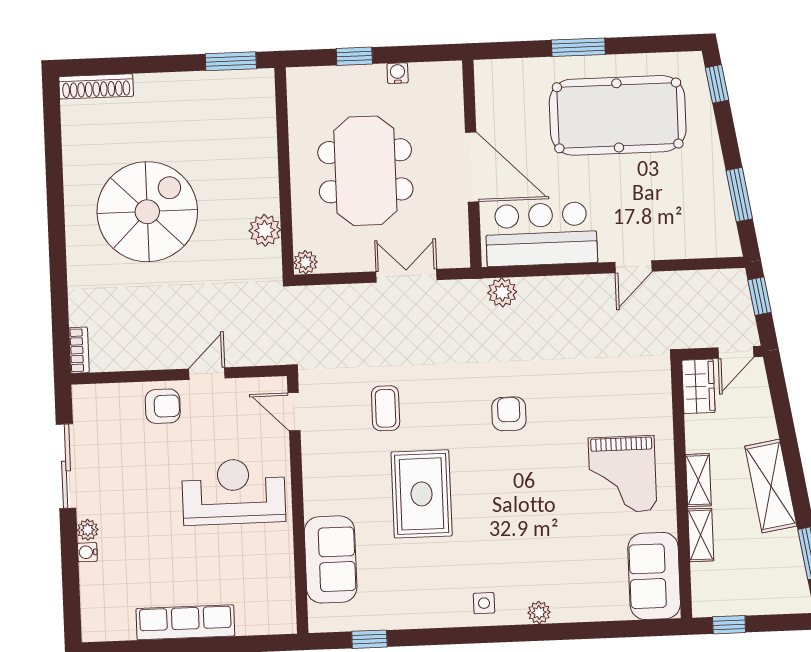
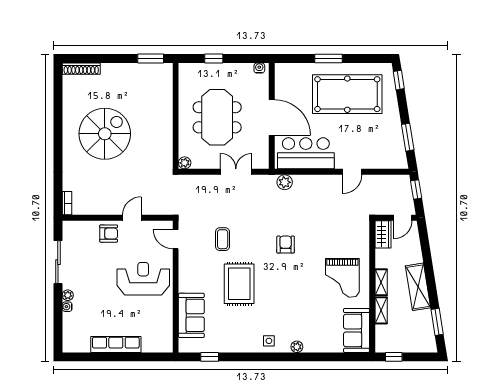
water cooler: (398, 73) -> (259, 68), moved
plant: (265, 230) -> (164, 146), removed

